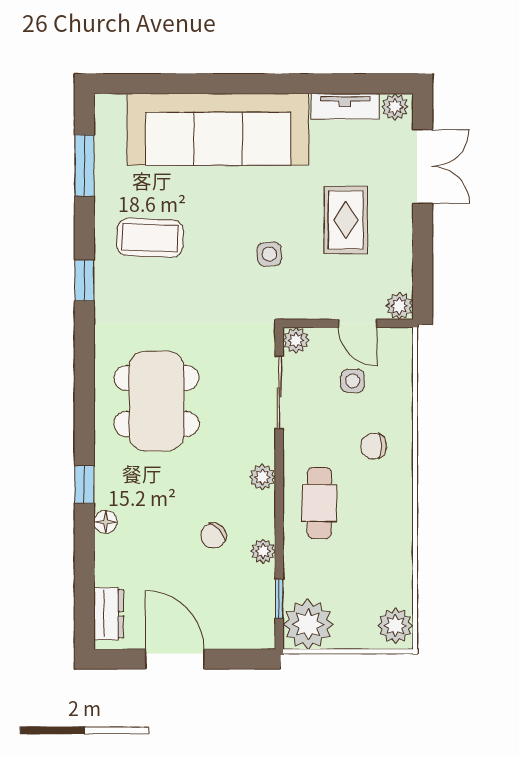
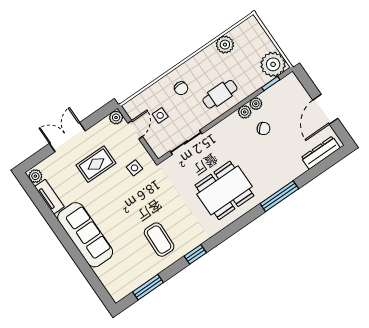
sofa: (218, 129) -> (85, 235), width x0.74, depth x0.79
double door: (423, 166) -> (67, 137), moved
side table: (269, 254) -> (135, 168), moved
plant: (296, 340) -> (160, 150), removed
plant: (262, 477) -> (245, 112), moved
window: (84, 485) -> (279, 196), width x2.17
floor lamp: (106, 522) -> (289, 177), removed
dresser: (109, 614) -> (321, 153), width x1.44
plant: (395, 626) -> (225, 45), moved

